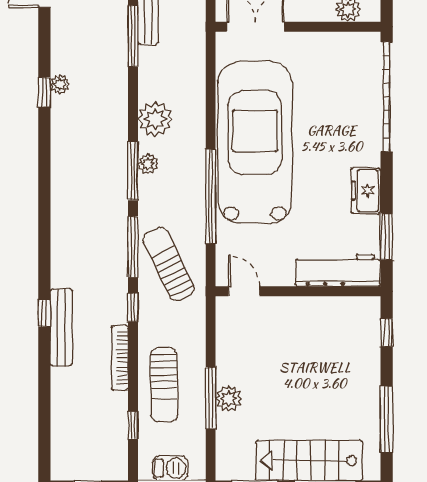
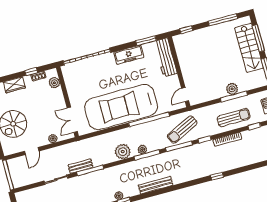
freezer: (366, 191) -> (129, 55), width x1.40
bench: (61, 327) -> (156, 185), moved

